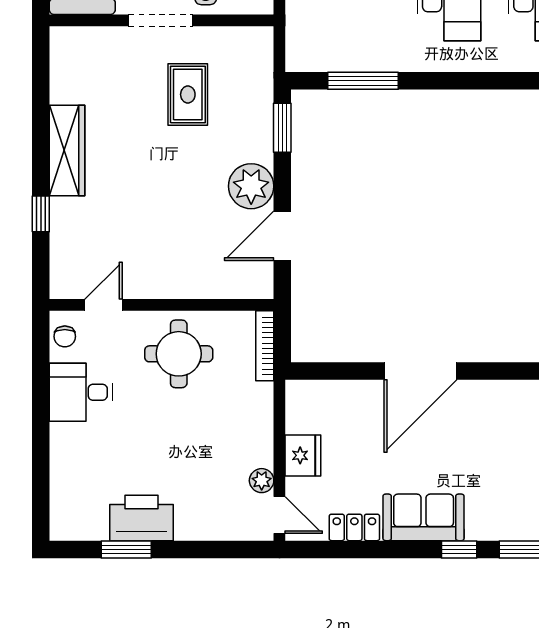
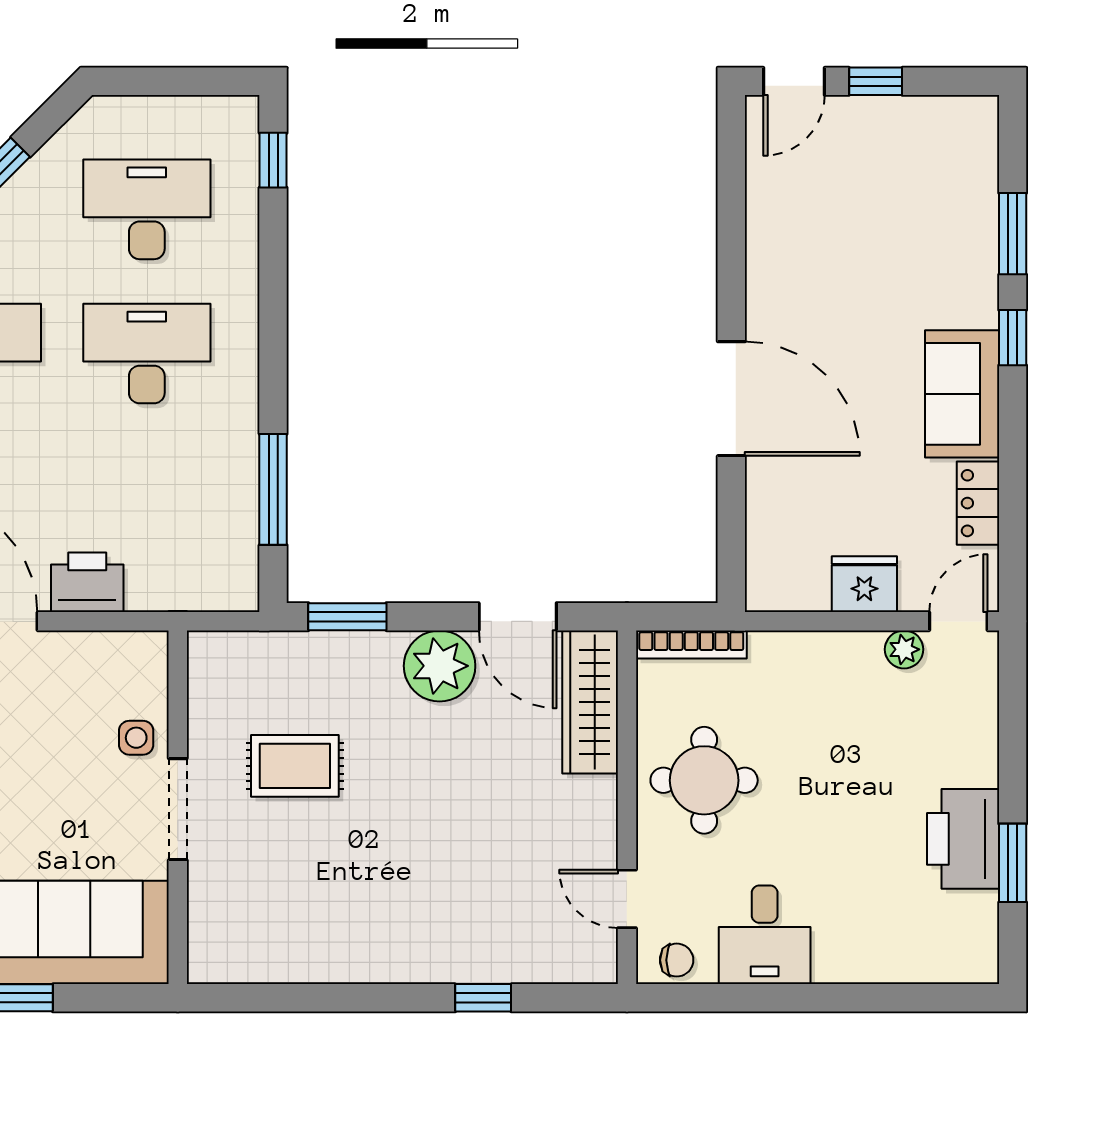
wardrobe: (67, 151) -> (590, 702), moved, turned -90

